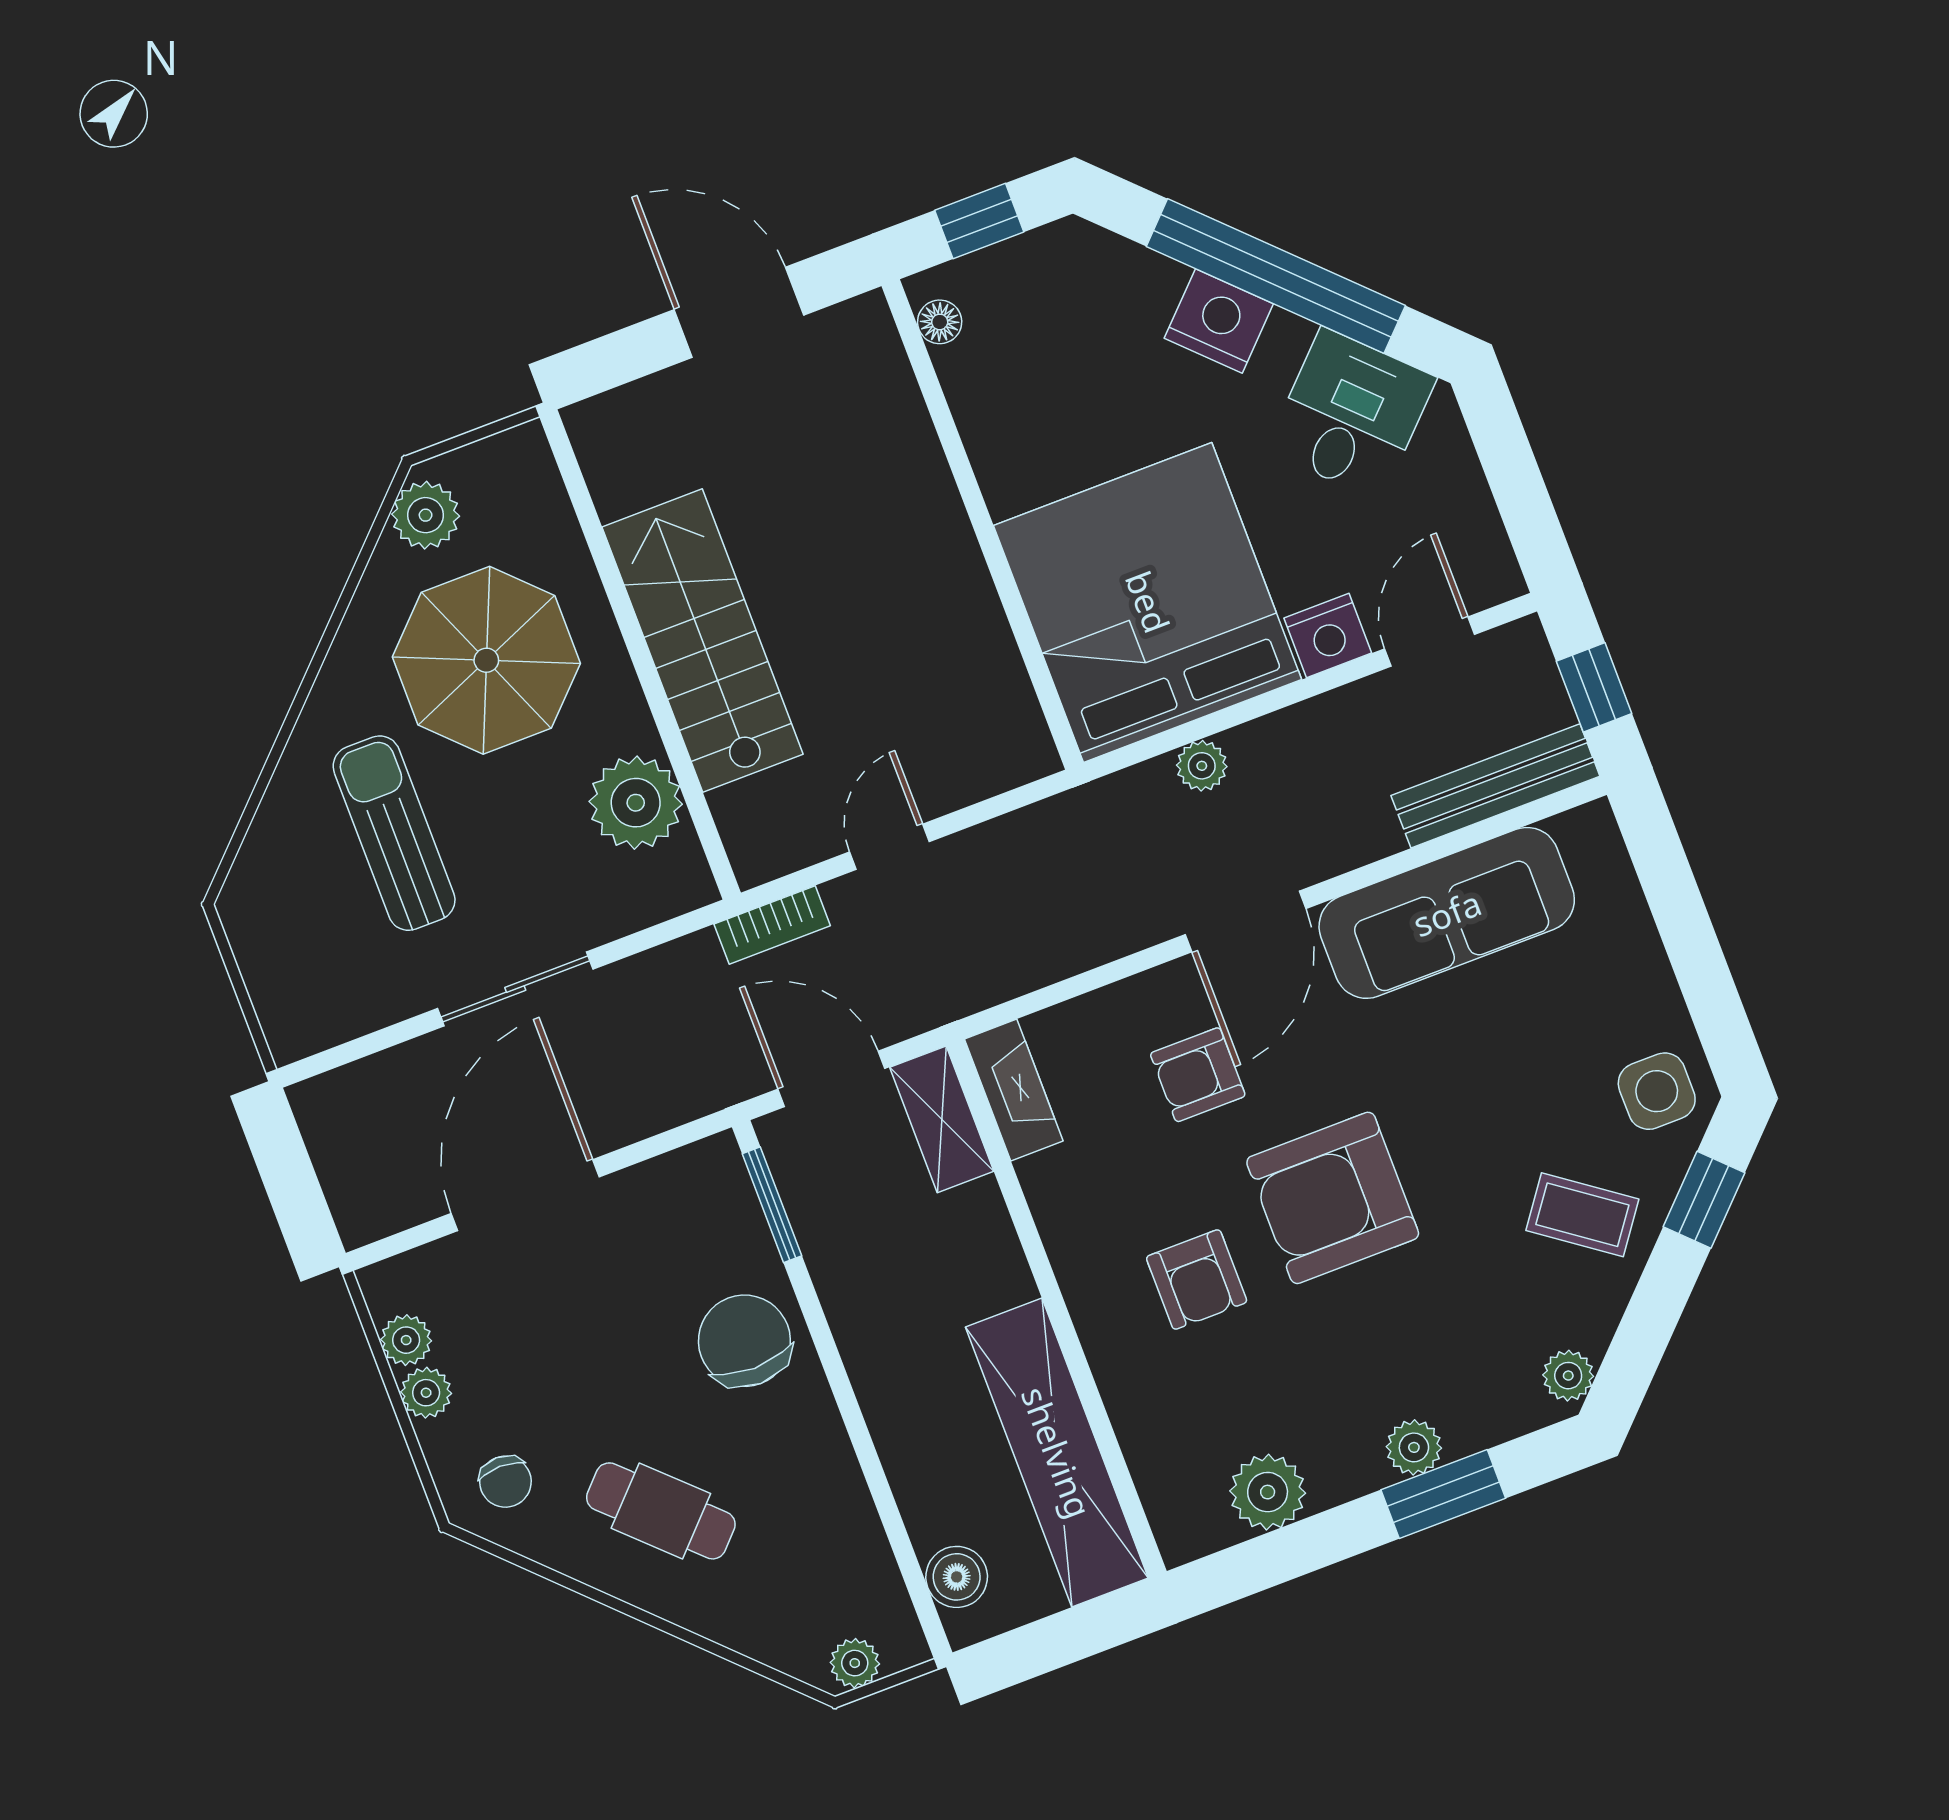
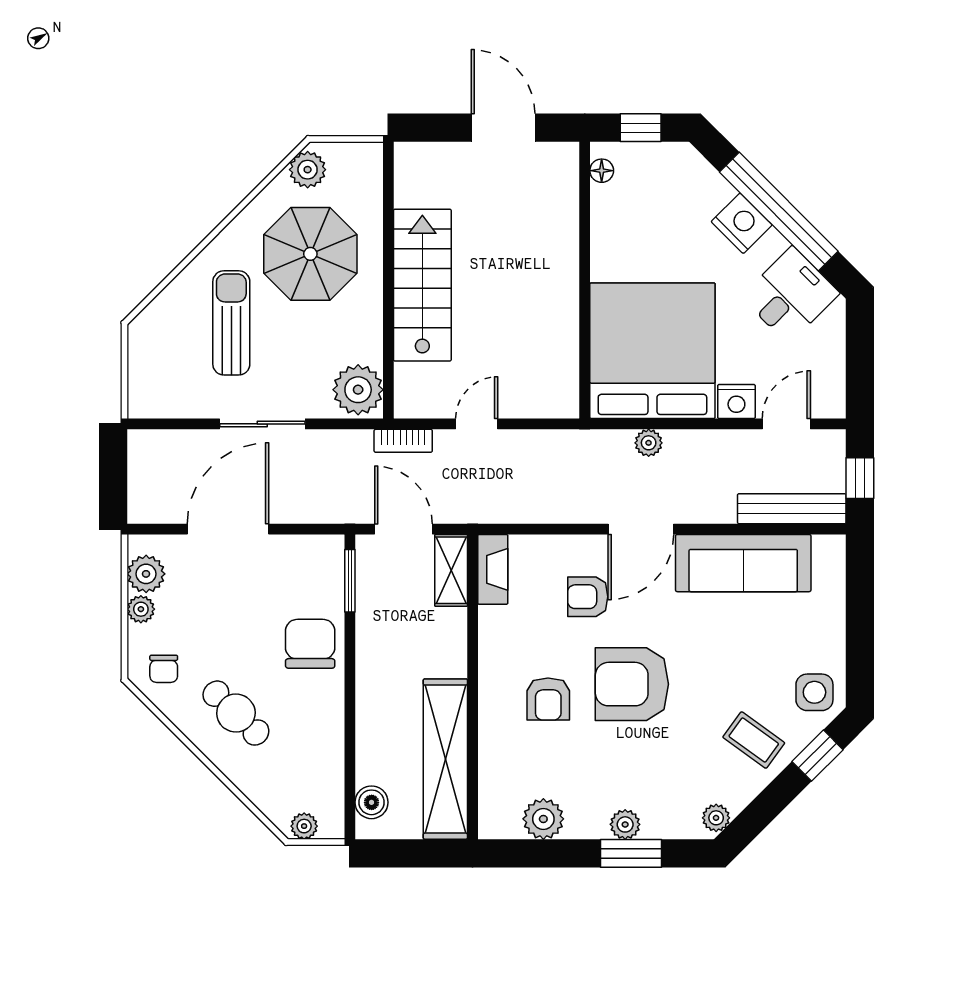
plant: (636, 803) -> (358, 390), moved
plant: (406, 1340) -> (146, 574), width x1.38, depth x1.38

